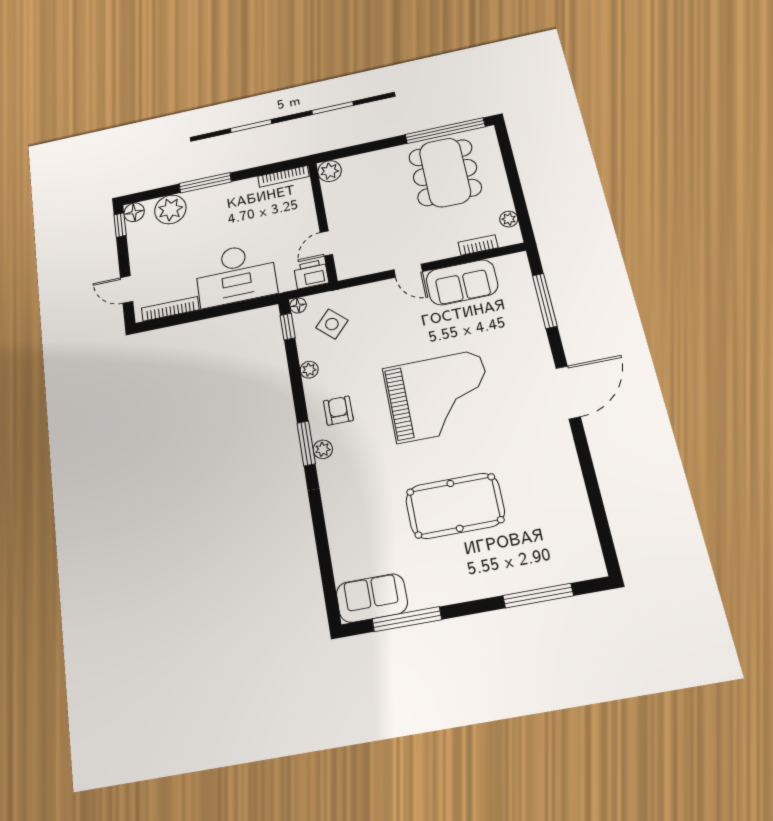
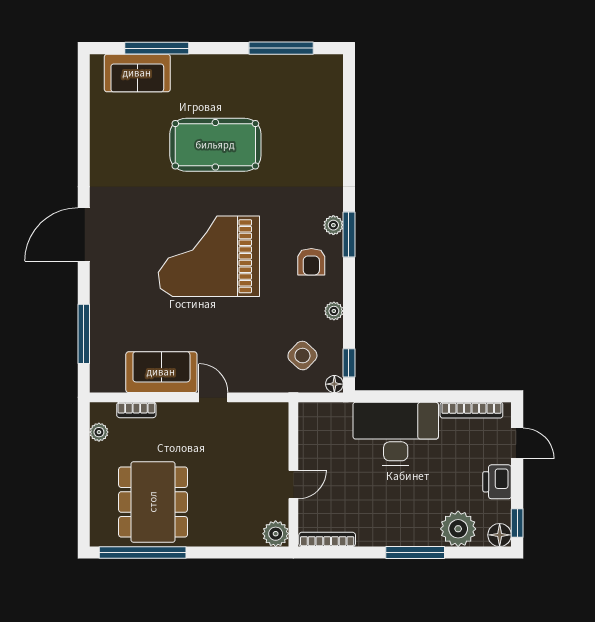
door: (326, 243) -> (293, 484), moved
printer: (311, 274) -> (497, 482), moved, turned 90
sofa: (372, 598) -> (137, 73), moved

